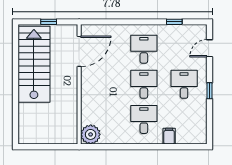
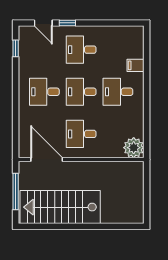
window: (49, 22) -> (16, 192), width x2.17
window: (174, 22) -> (16, 48), moved
desk: (104, 84) -> (81, 134), added
window: (210, 91) -> (67, 23), moved

